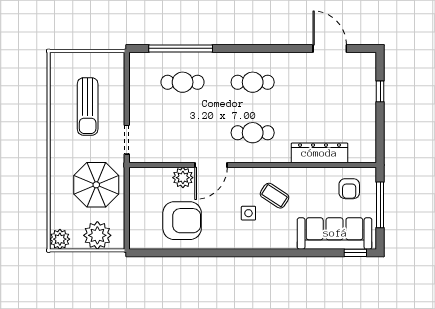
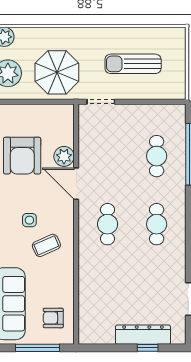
dresser: (319, 153) -> (143, 335), moved, turned -90
coffee table: (274, 196) -> (46, 245), turned 33

